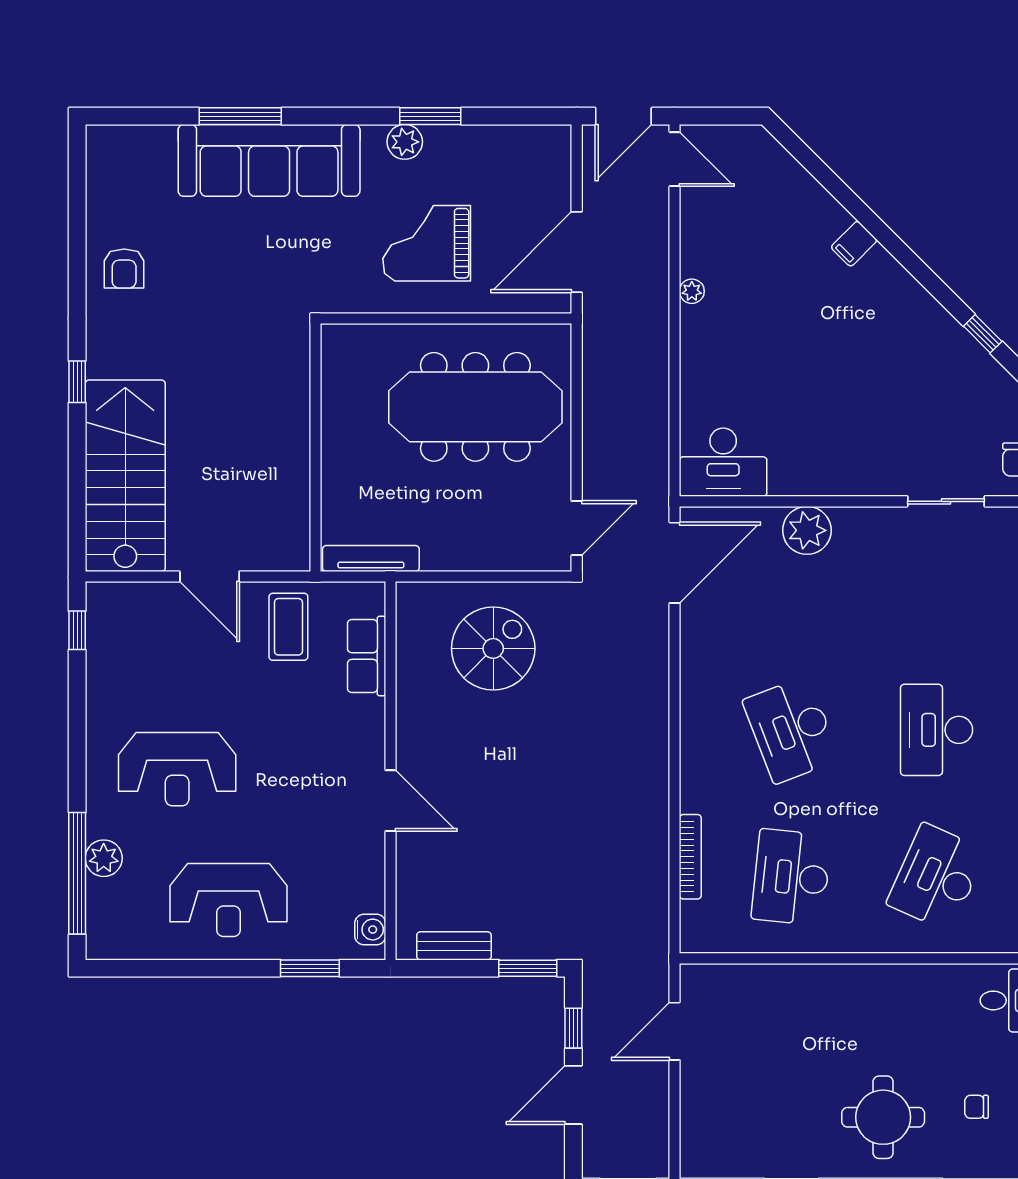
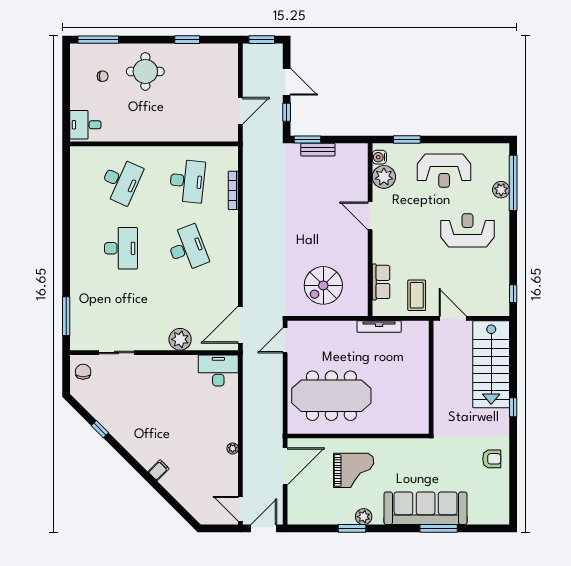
armchair: (124, 269) -> (492, 459), turned 90
wall: (315, 447) -> (431, 377), moved
plant: (360, 886) -> (384, 177), added
reception desk: (228, 900) -> (444, 171), turned 180
bench: (454, 946) -> (318, 150), moved
door: (573, 1095) -> (287, 82), hinge flipped

